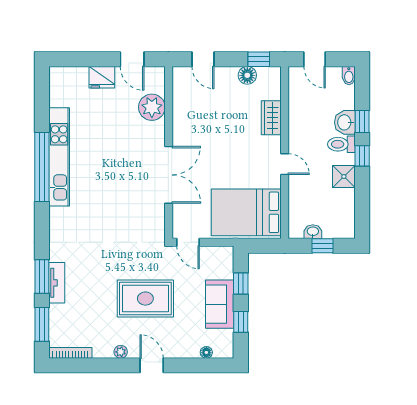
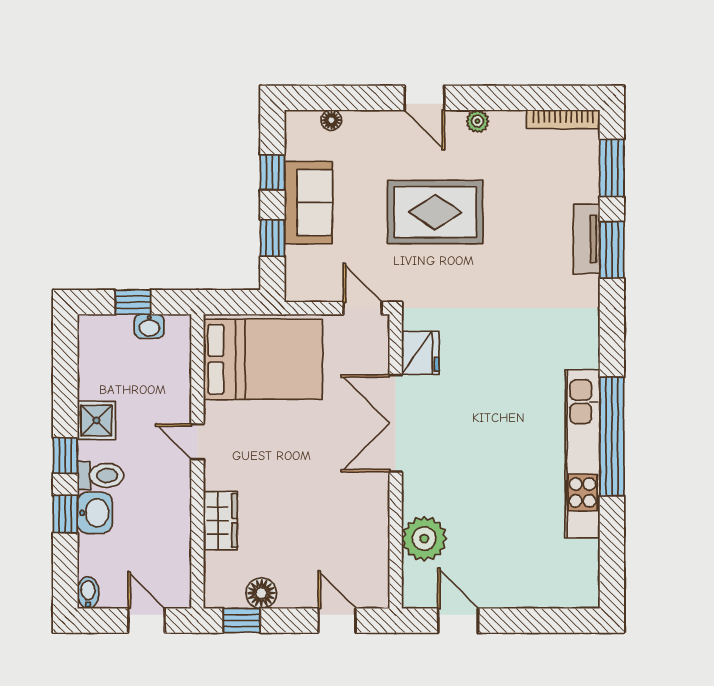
fridge: (102, 77) -> (420, 353), moved, turned 90

